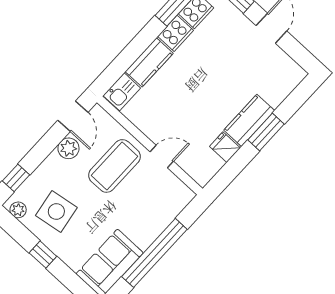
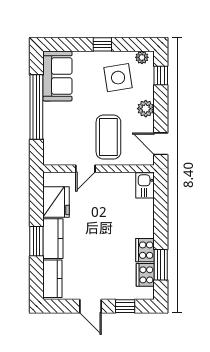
kitchen counter: (149, 62) -> (52, 279), moved, turned 180
fridge: (225, 147) -> (56, 202), width x1.88, depth x1.34
plant: (68, 148) -> (146, 109), moved

